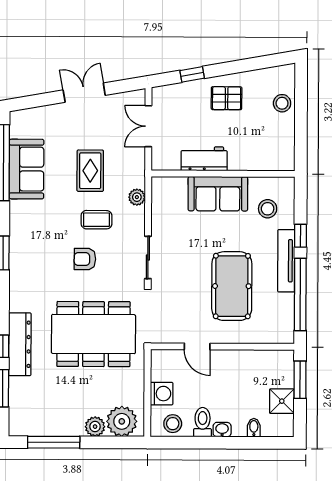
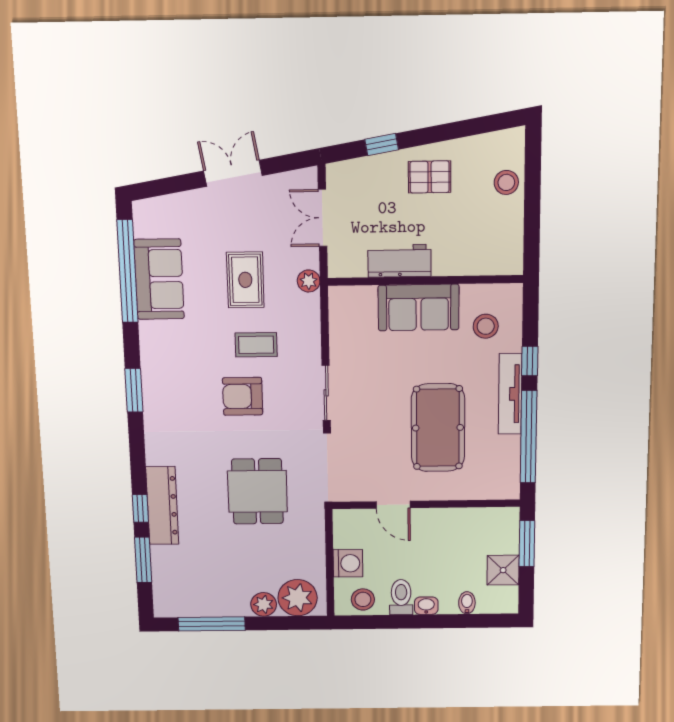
plant: (137, 197) -> (309, 281), moved
armchair: (85, 259) -> (243, 396), width x1.38, depth x1.38
dining table: (93, 334) -> (257, 491), width x0.53, depth x0.80

